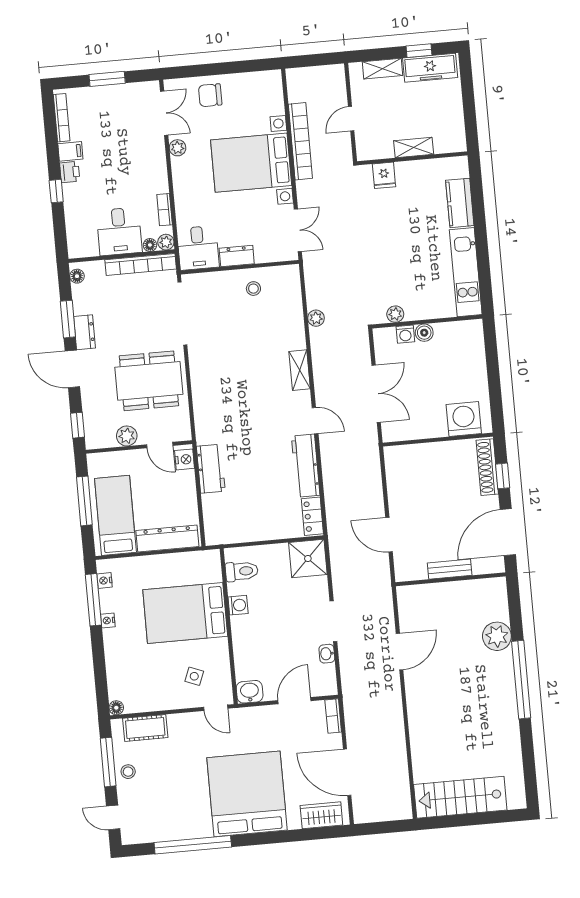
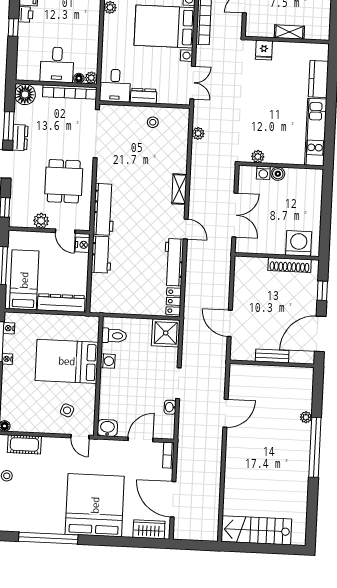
bookcase: (165, 210) -> (94, 53), removed
floor lamp: (77, 276) -> (25, 94), width x1.89, depth x1.89
plant: (316, 318) -> (198, 133), moved
dining table: (149, 381) -> (64, 181), width x0.73
workbench: (206, 410) -> (104, 209), added
shoe rack: (487, 467) -> (290, 265), moved, turned -90
plant: (497, 636) -> (306, 417), width x0.53, depth x0.53

